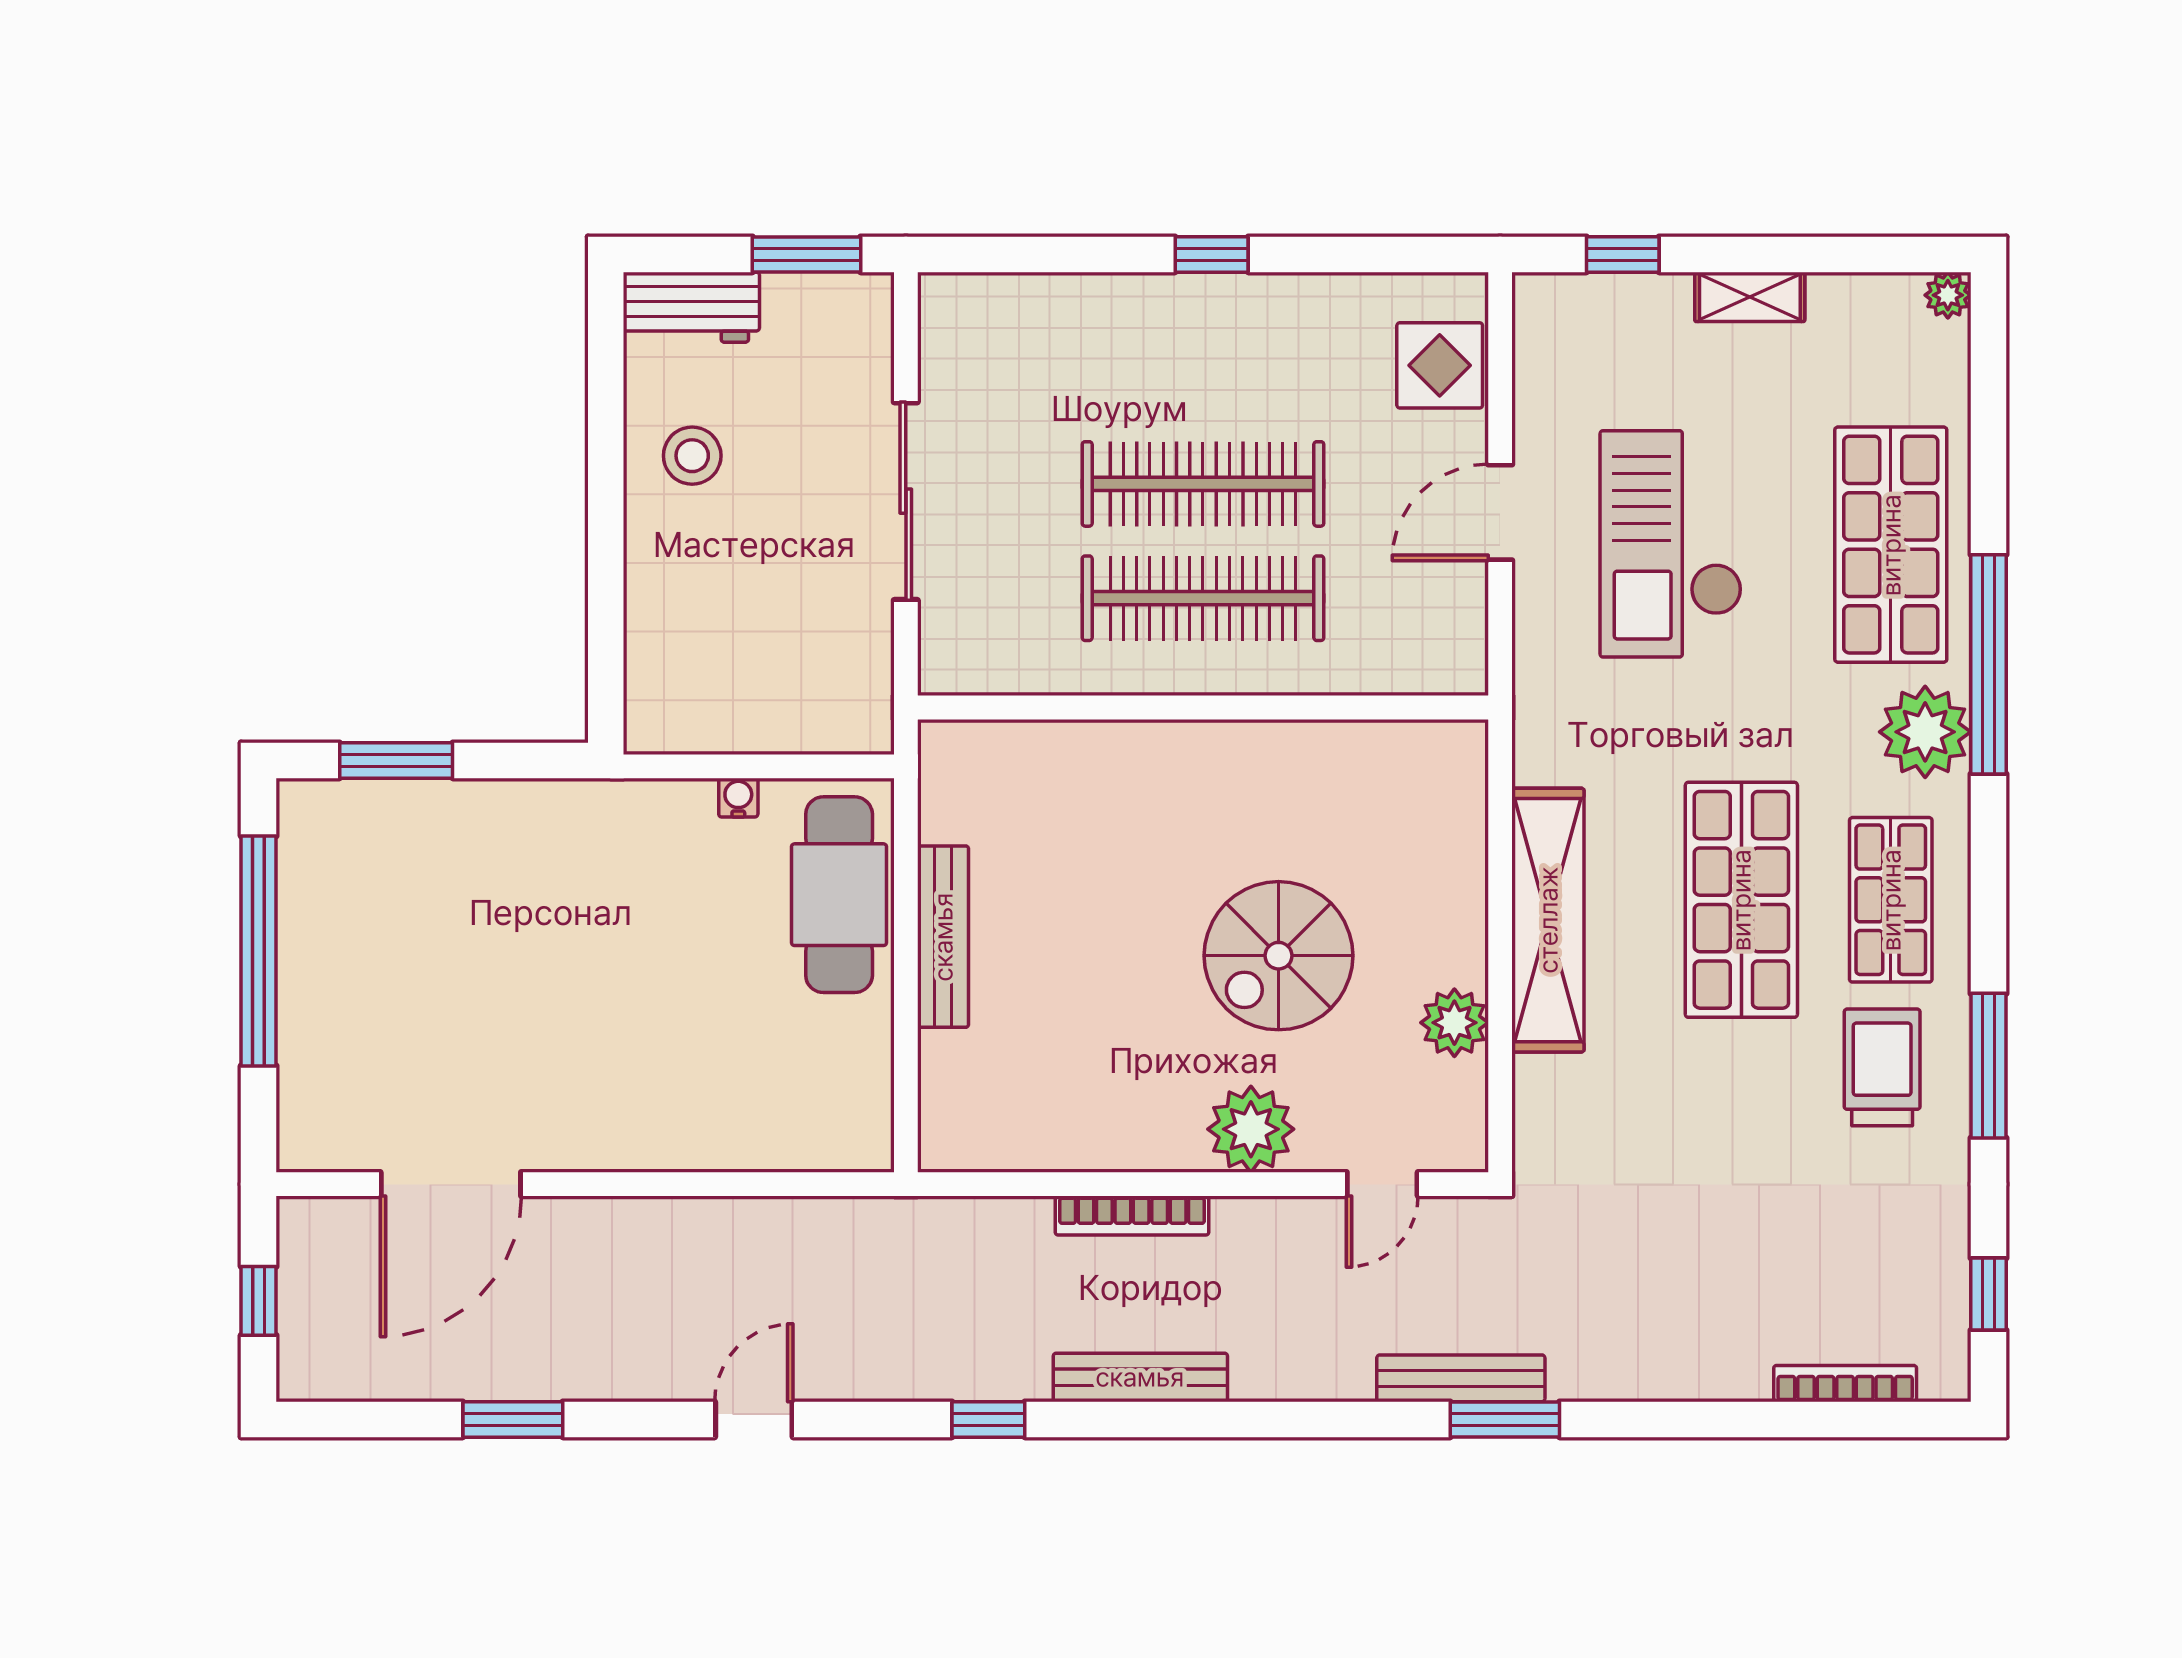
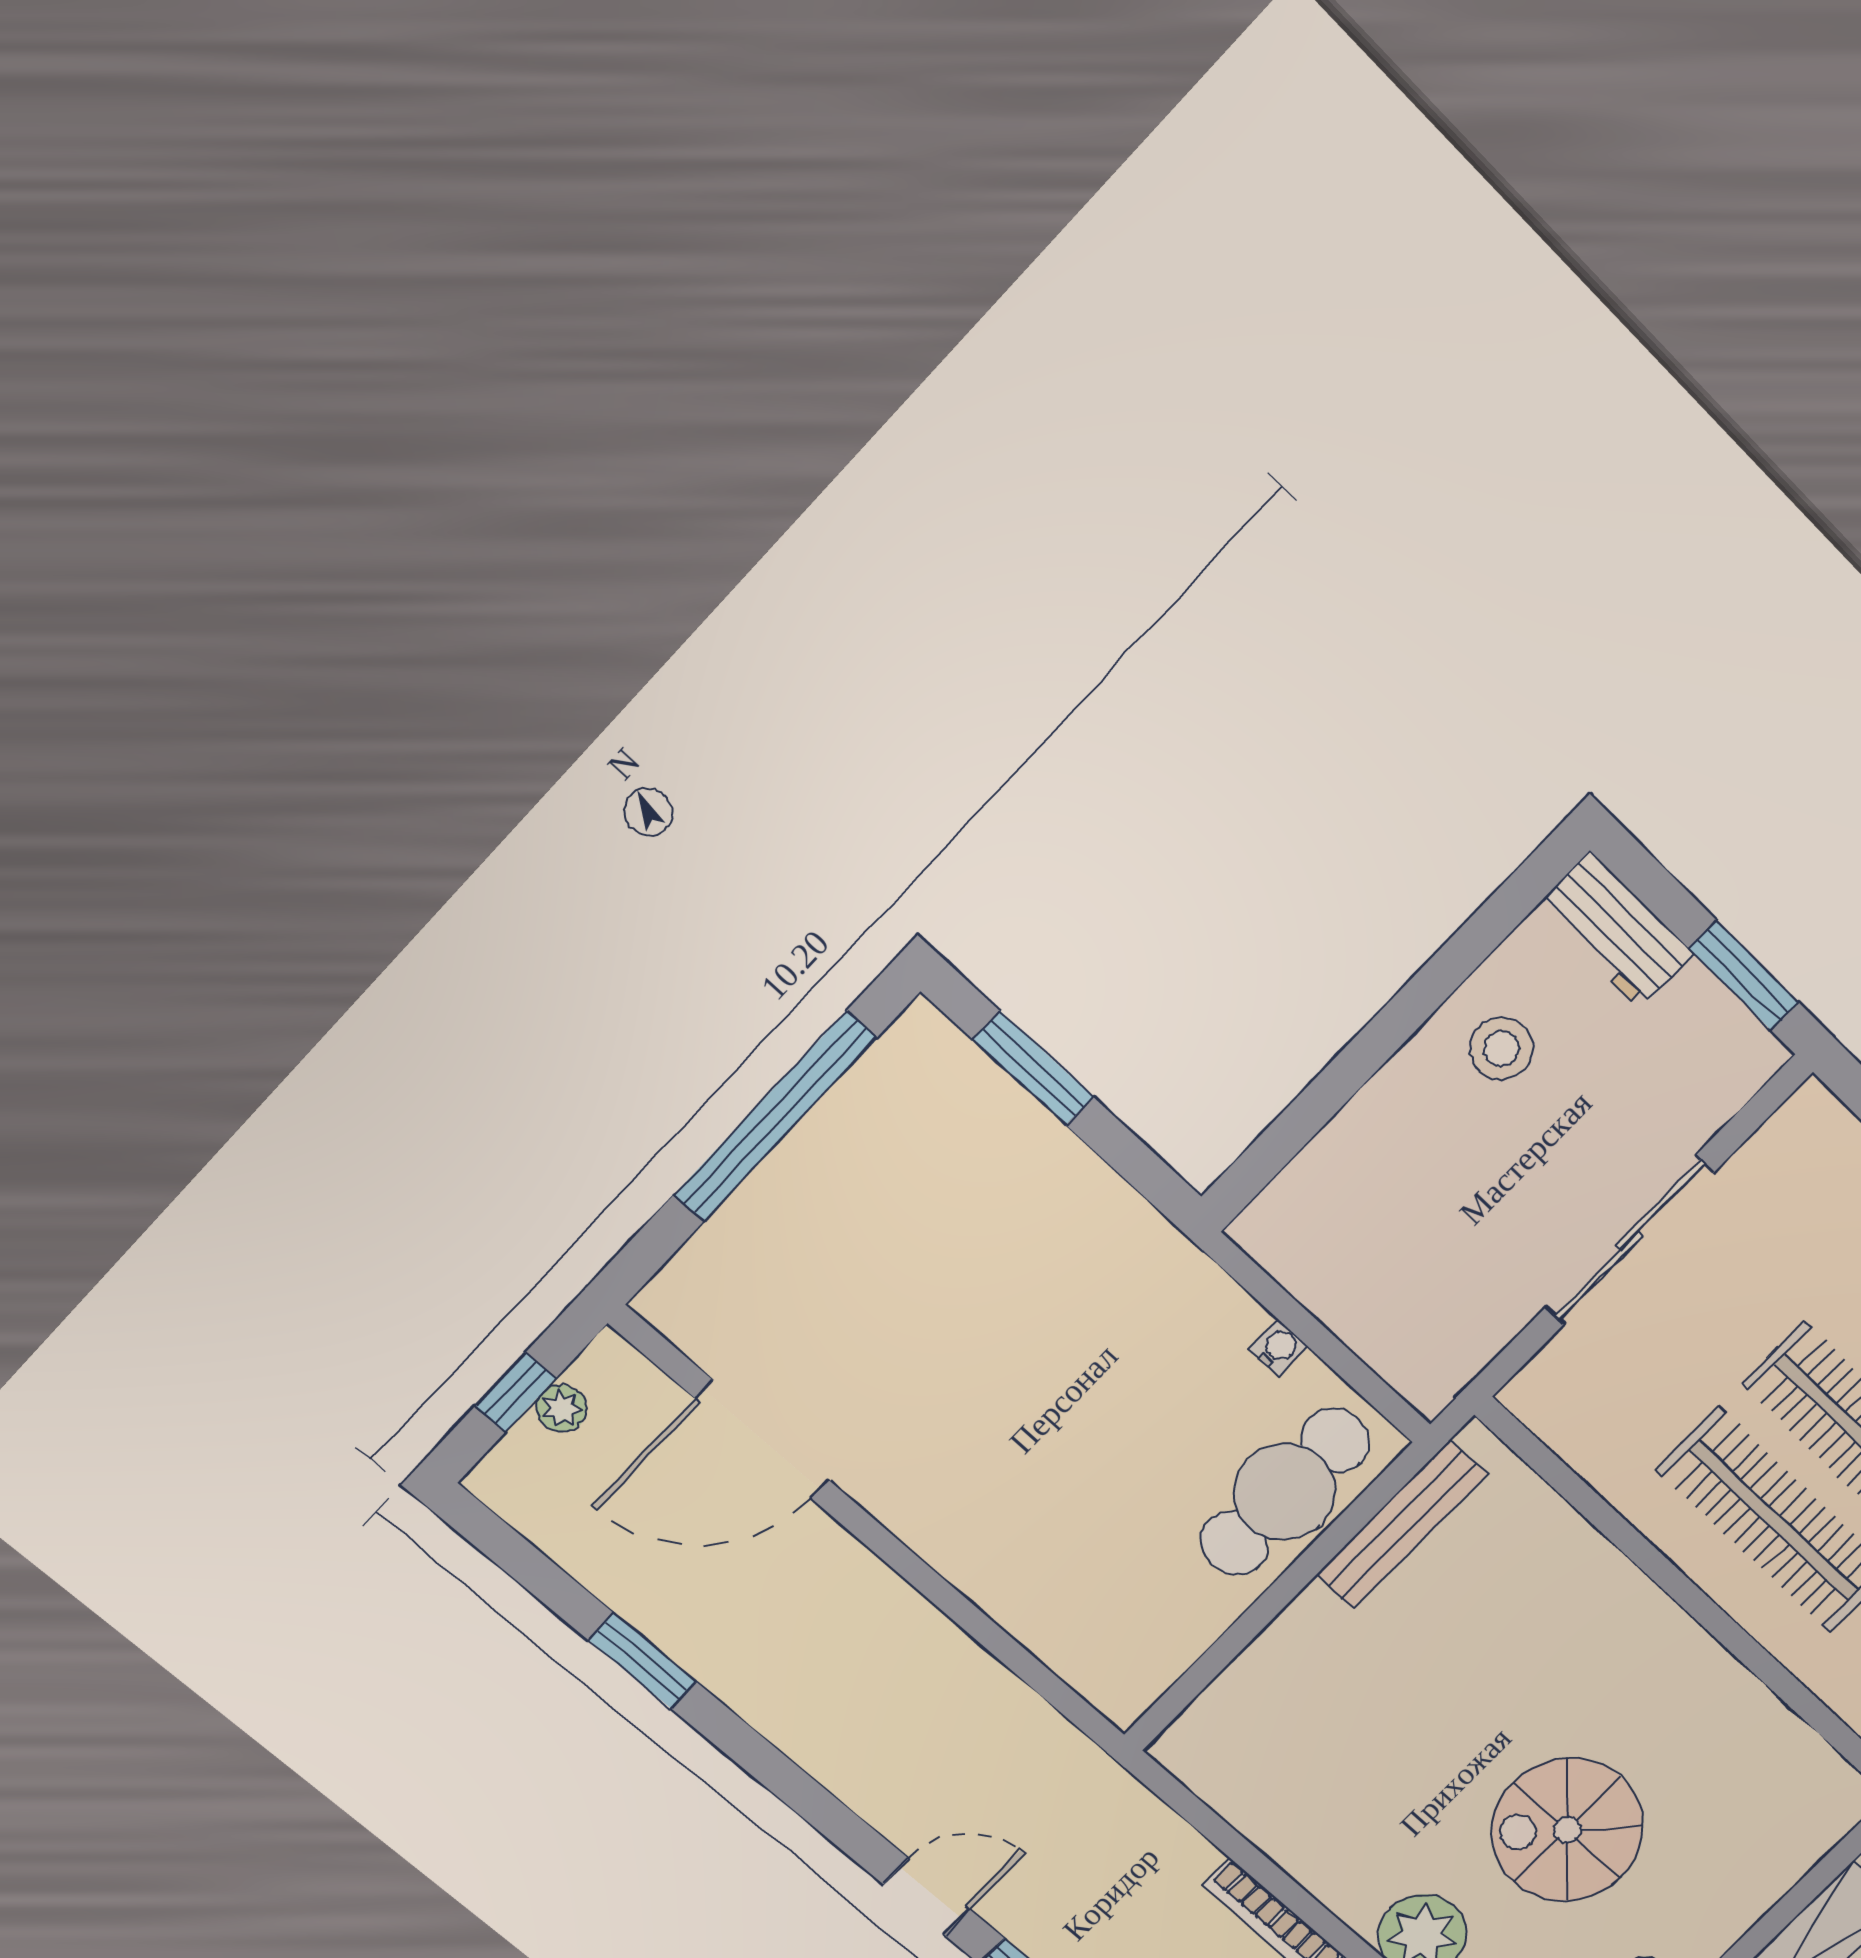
bench: (943, 937) -> (1402, 1525), moved
plant: (299, 1285) -> (561, 1408), added
door: (754, 1419) -> (927, 1897), moved

